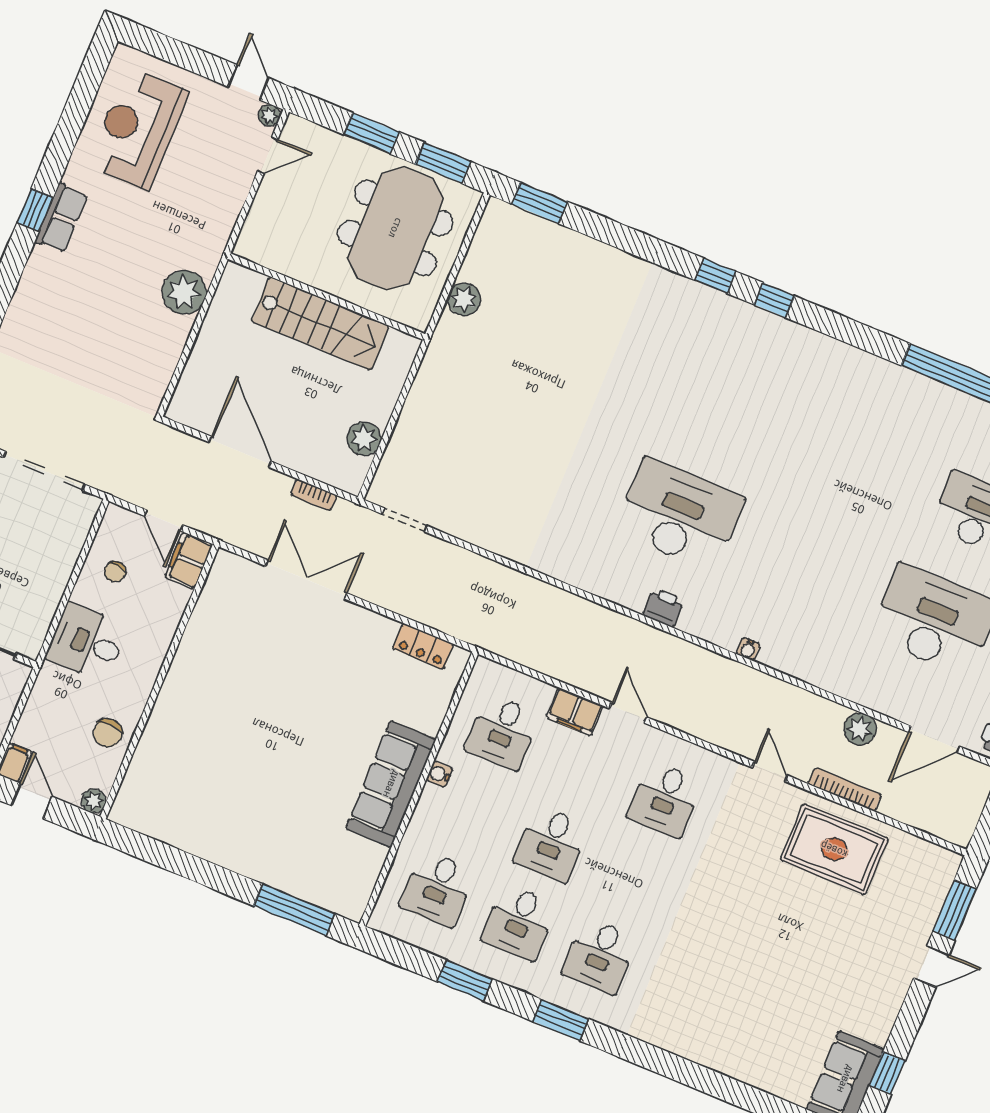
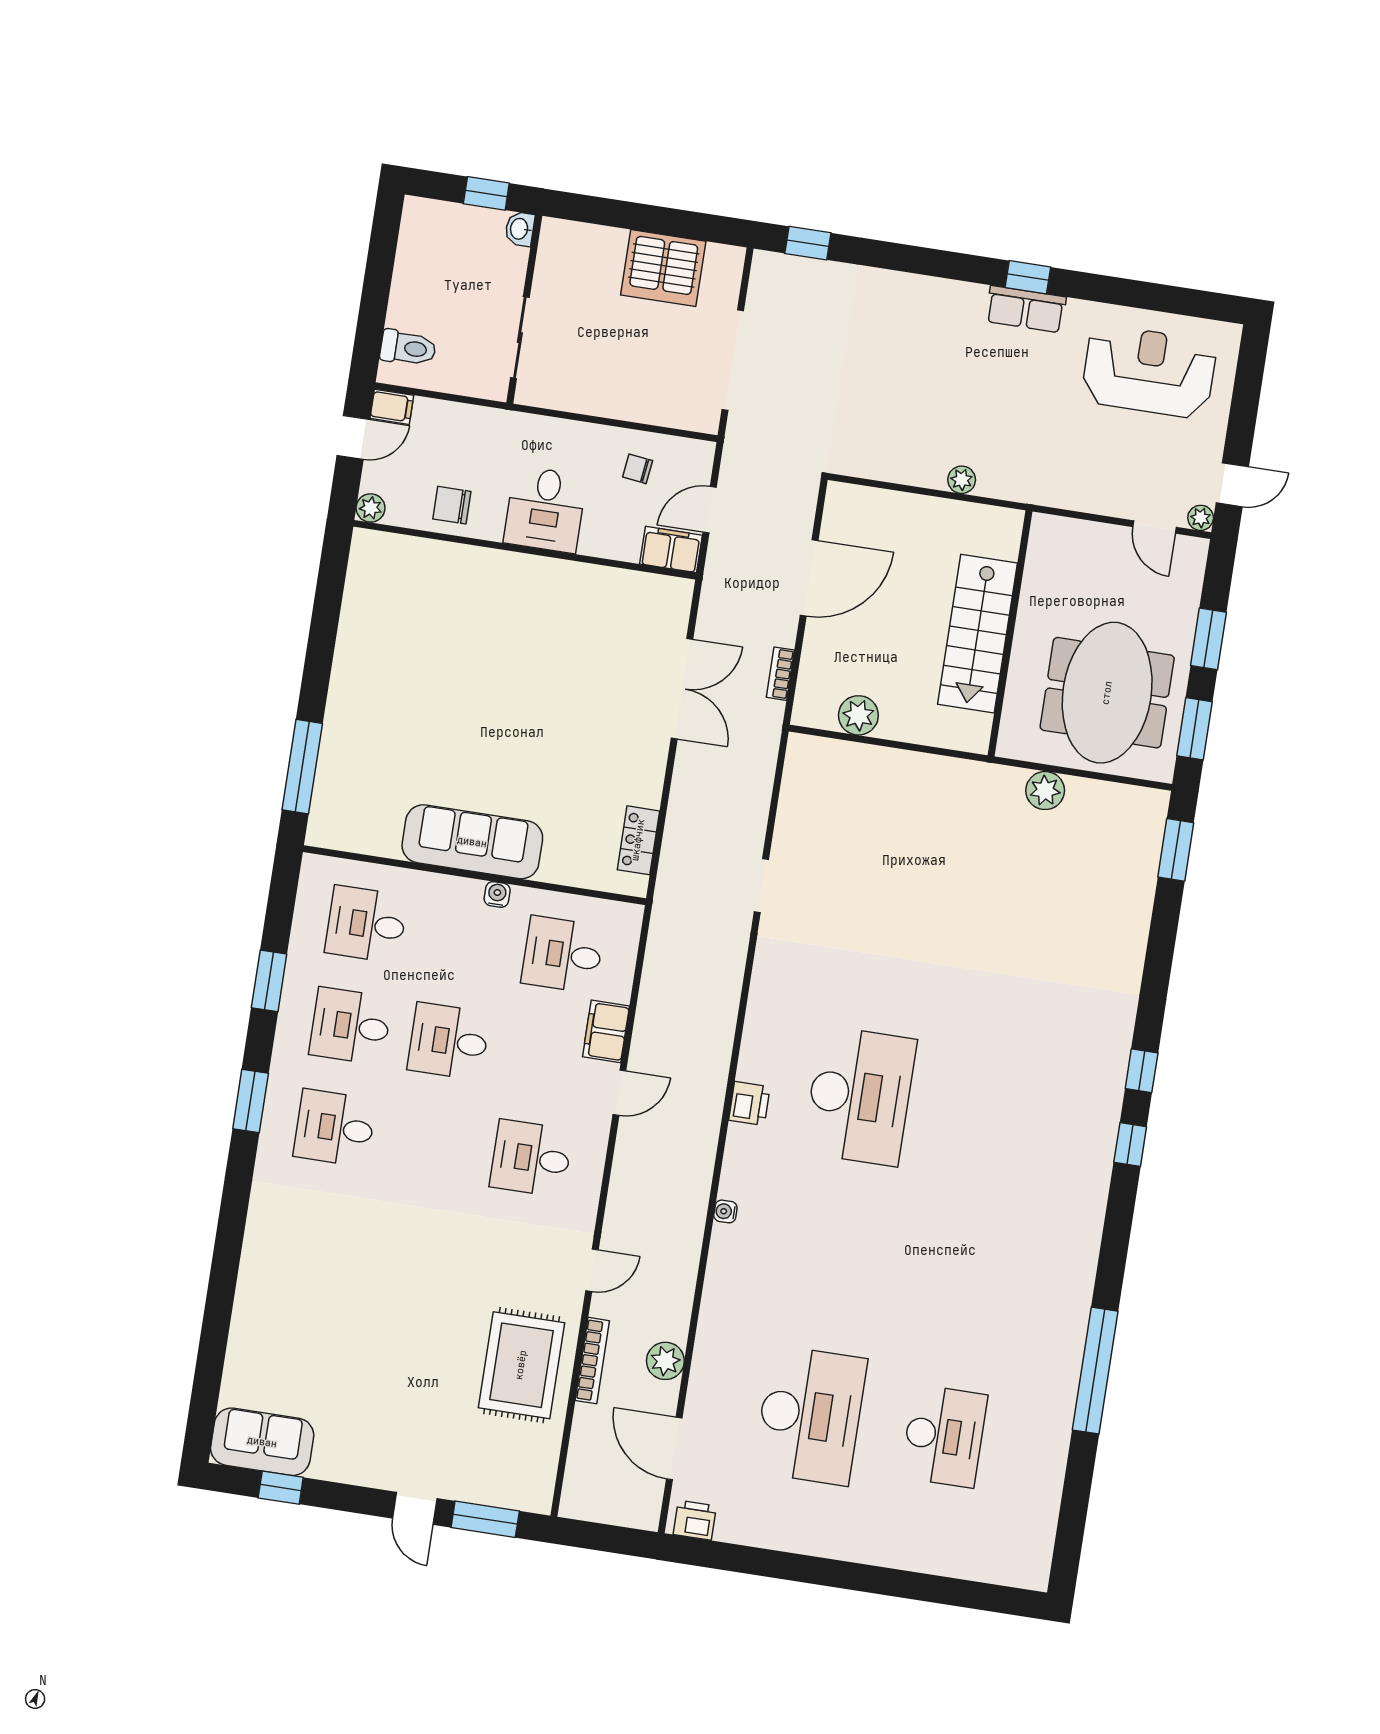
meeting table: (395, 228) -> (1107, 693), turned 90
plant: (184, 292) -> (962, 480), width x0.53, depth x0.53
doorway: (404, 520) -> (761, 886), moved
desk: (87, 642) -> (545, 509), moved, turned 180

